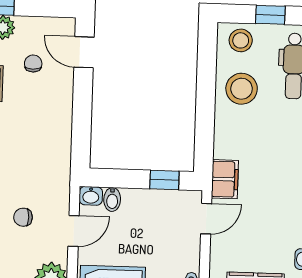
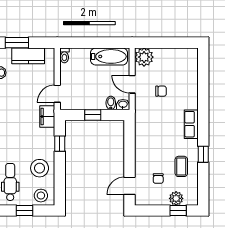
door: (84, 52) -> (130, 186), swing flipped
window: (204, 131) -> (60, 144), added
window: (164, 180) -> (93, 115), moved
door: (74, 231) -> (132, 84), hinge flipped

